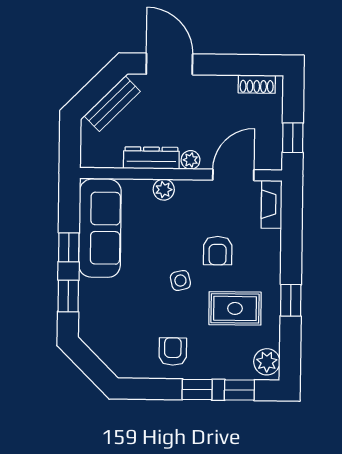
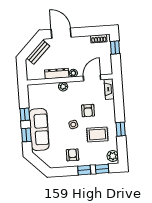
window: (293, 138) -> (115, 47), moved
sofa: (100, 228) -> (39, 130), moved

